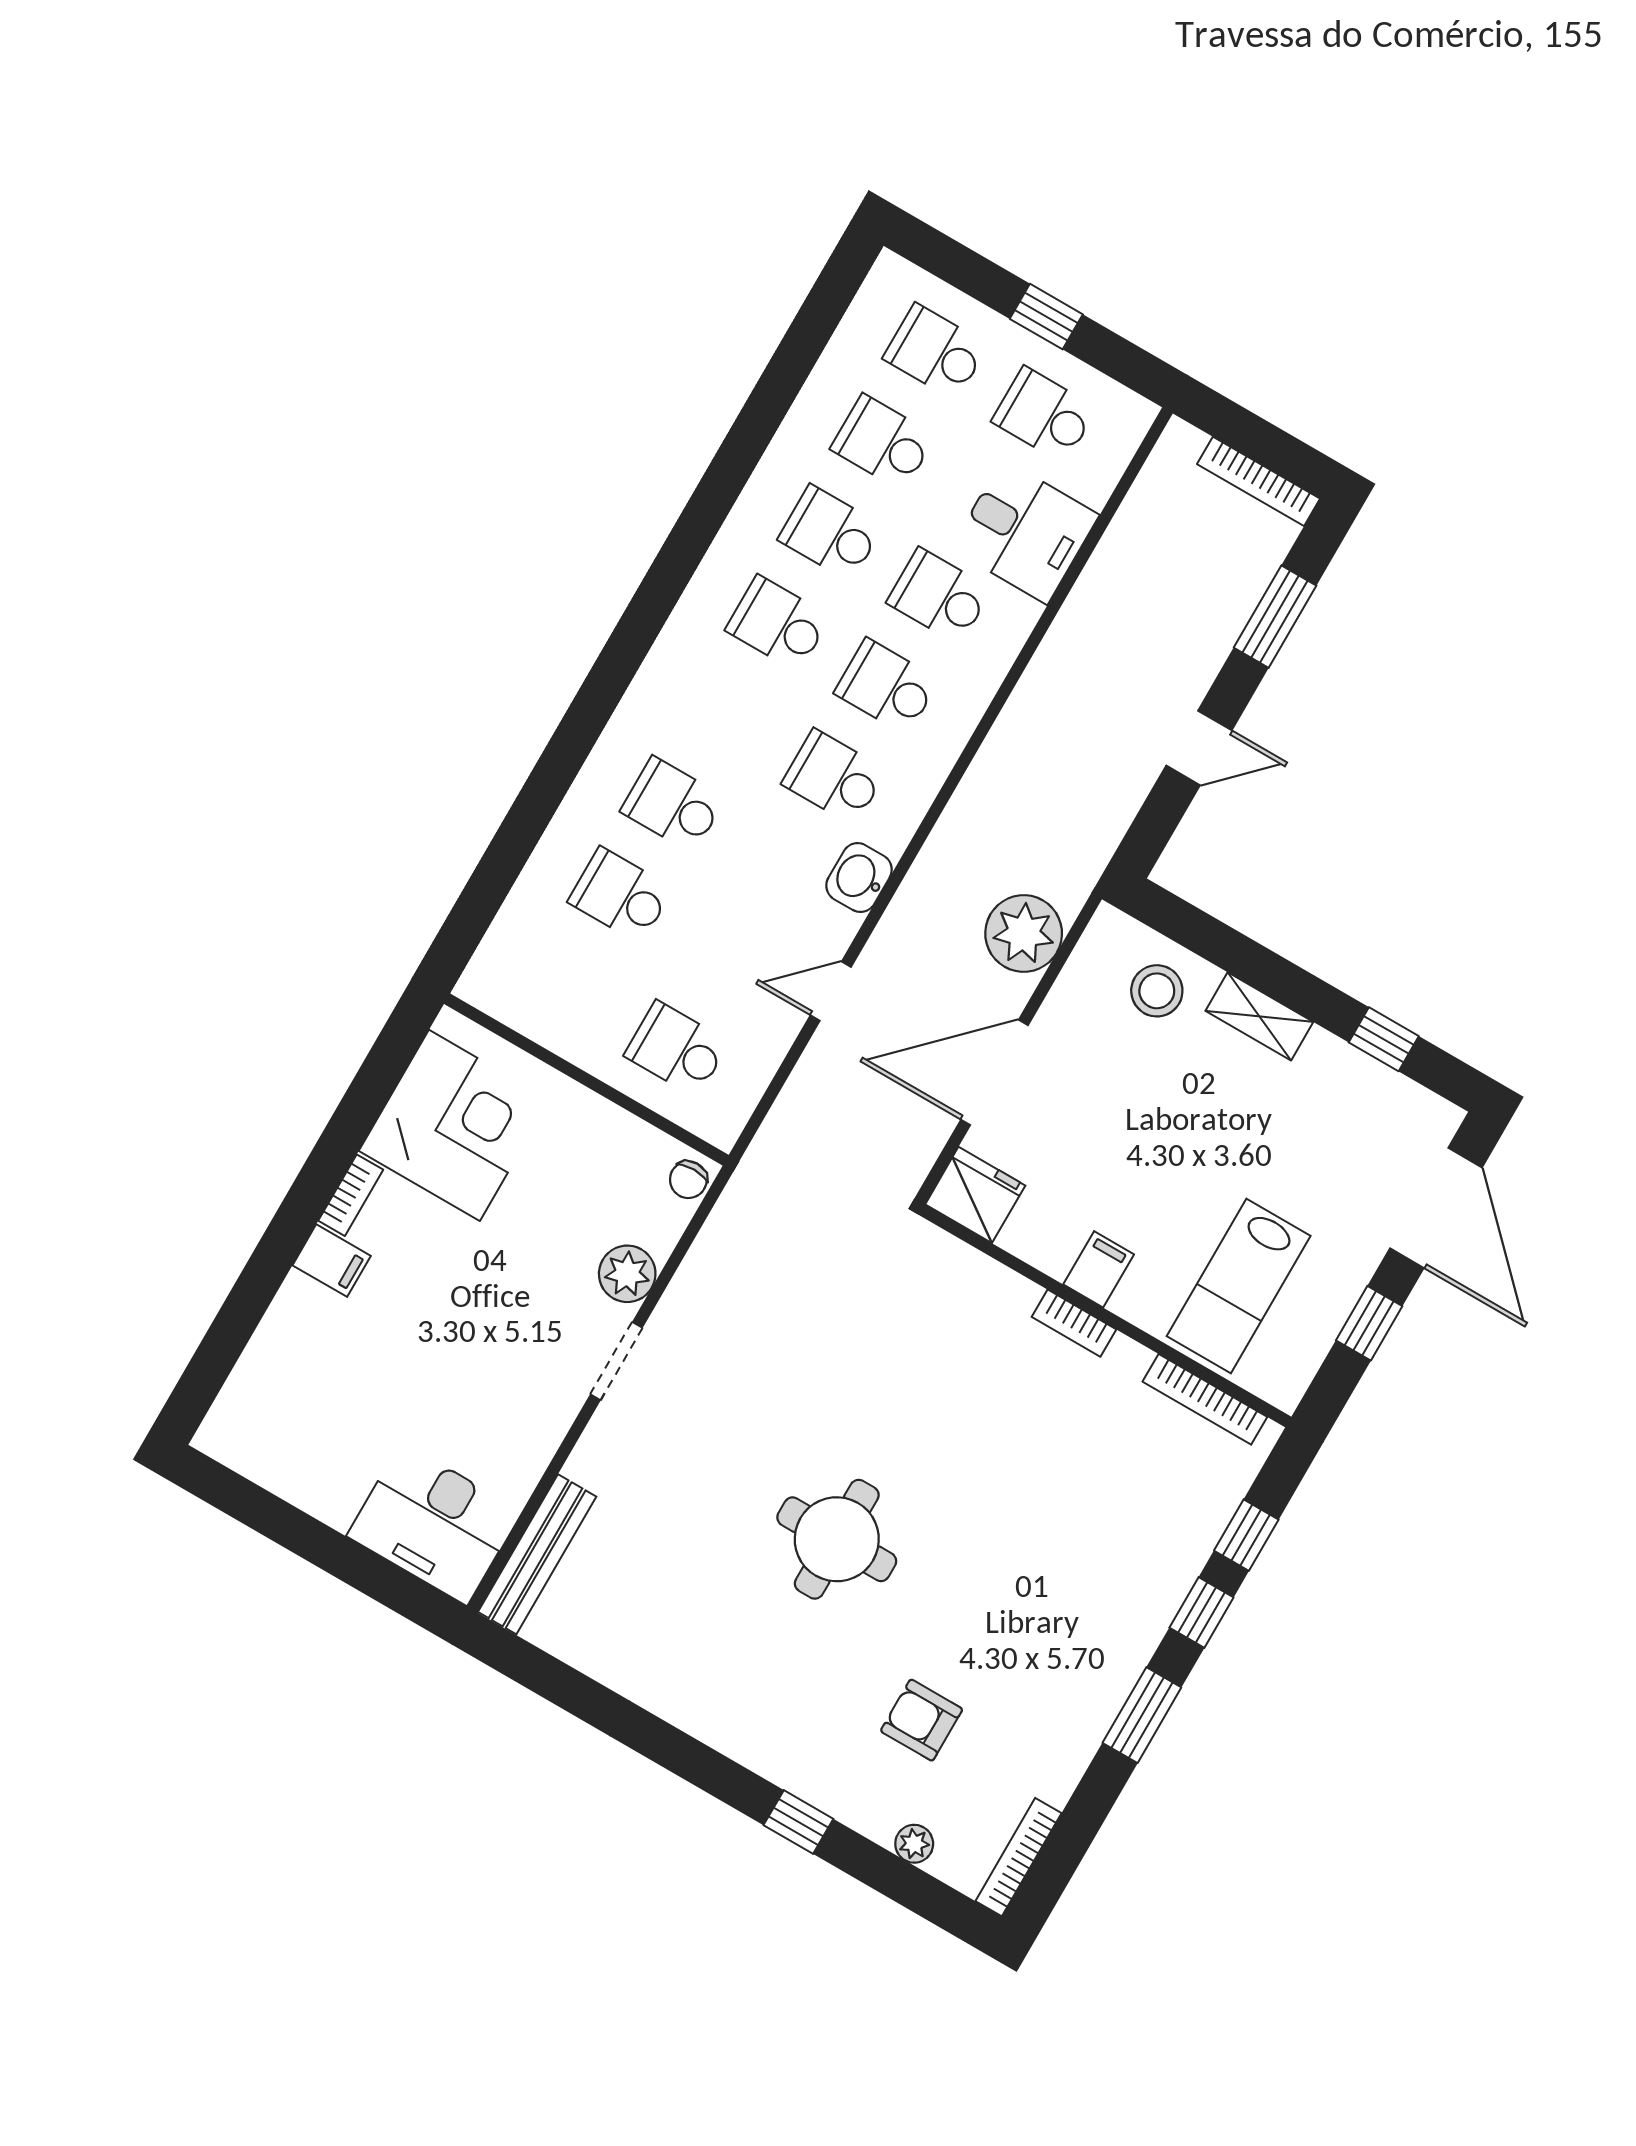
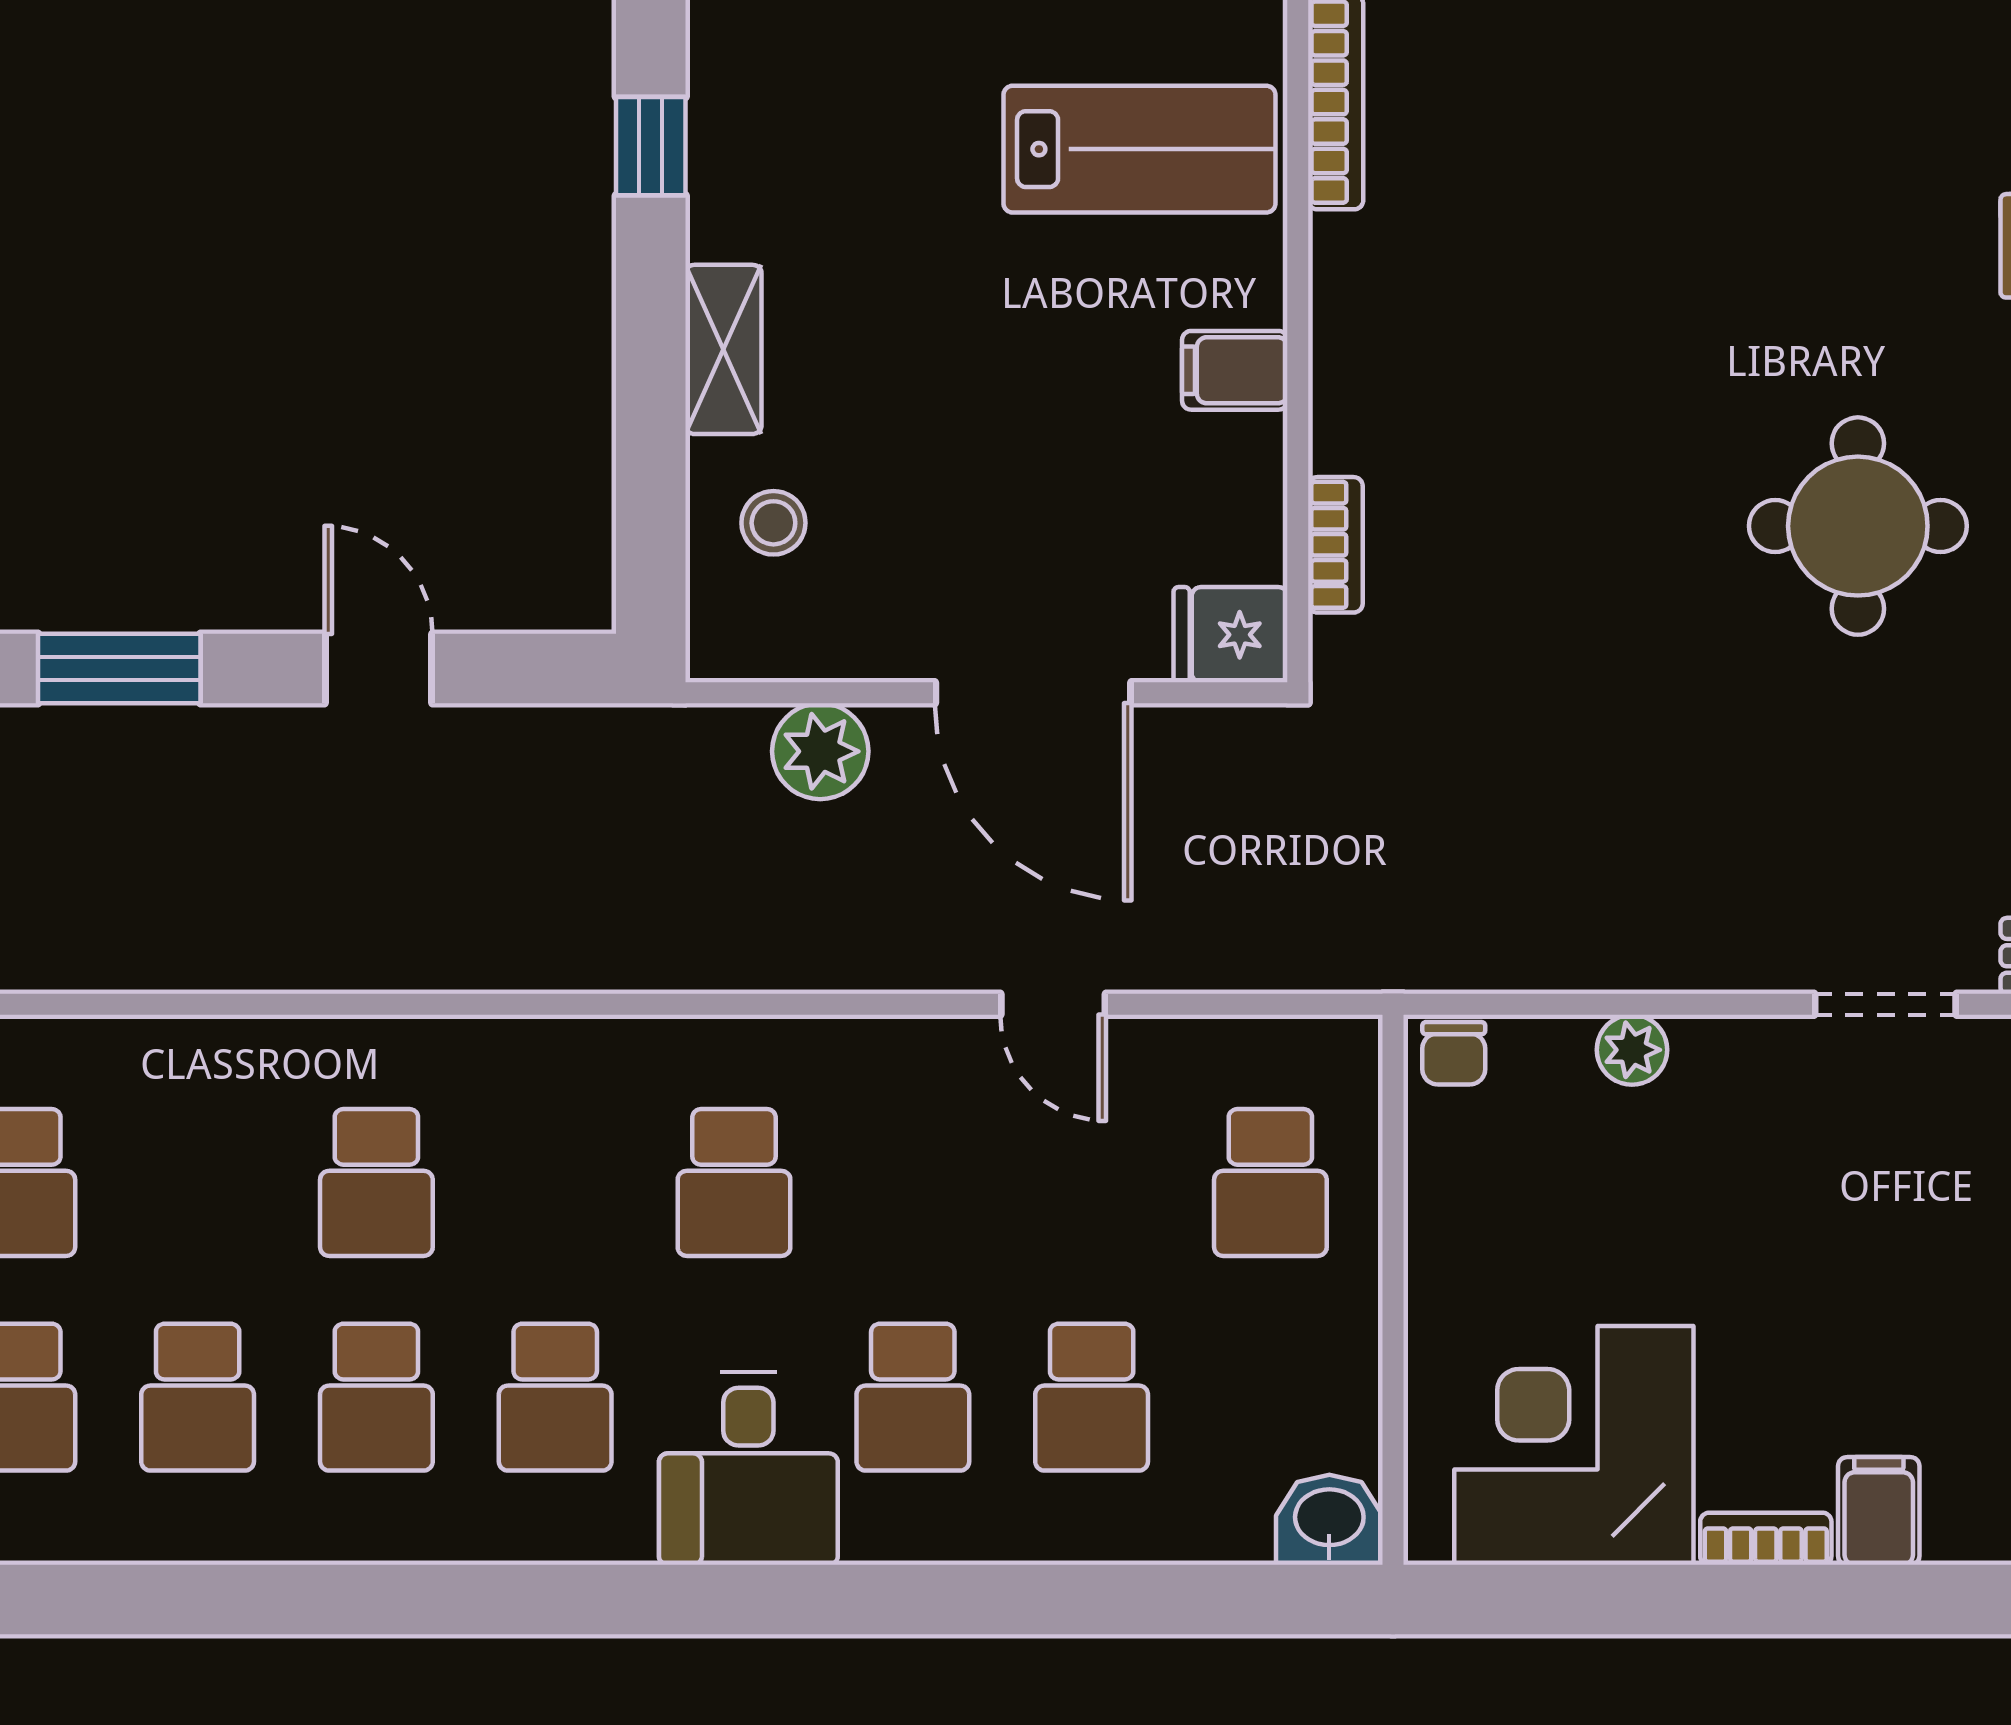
desk: (1025, 532) -> (748, 1469), moved, turned 180
school desk: (887, 687) -> (555, 1182), removed
washbasin: (859, 878) -> (1329, 1520), moved, turned 180
plant: (1024, 933) -> (820, 751), width x0.73, depth x0.73
stool: (1157, 991) -> (773, 523), width x0.73, depth x0.73
chair: (688, 1180) -> (1454, 1053), turned 90
fridge: (975, 1195) -> (1231, 635), width x0.72
plant: (627, 1274) -> (1632, 1050), width x0.73, depth x0.73
bookcase: (1074, 1323) -> (1335, 545), moved
doorway: (616, 1361) -> (1885, 1004), moved

